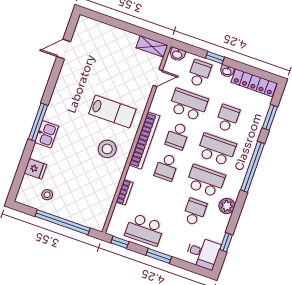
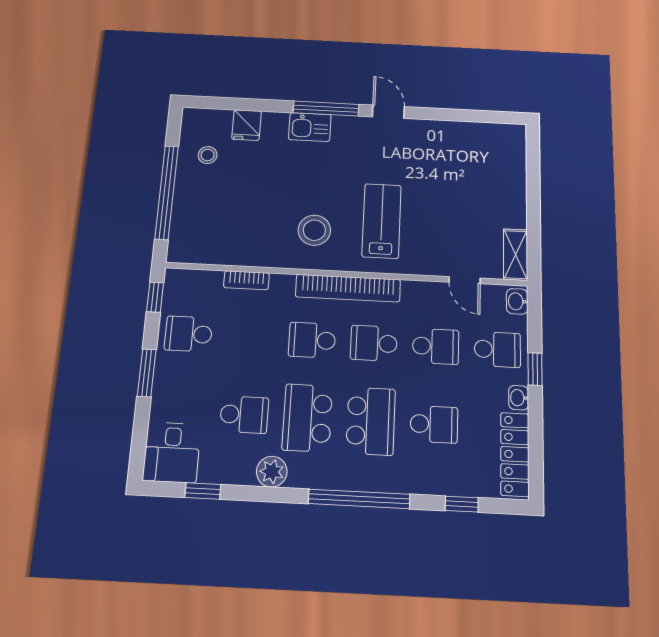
door: (64, 49) -> (388, 112), moved
school desk: (188, 105) -> (436, 346), width x0.54
lab bench: (112, 112) -> (382, 221), turned 180
window: (270, 117) -> (462, 504), width x0.67
school desk: (206, 181) -> (307, 418), turned 180
school desk: (145, 230) -> (189, 334), width x0.54

